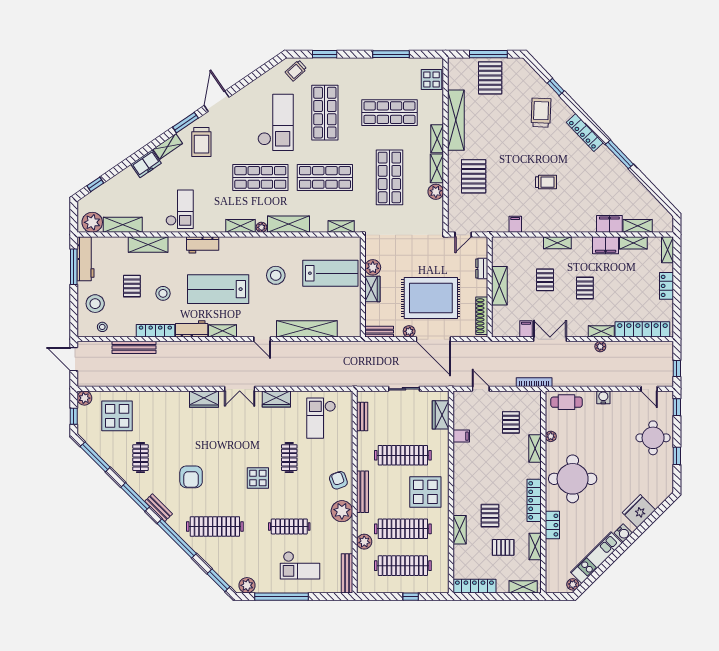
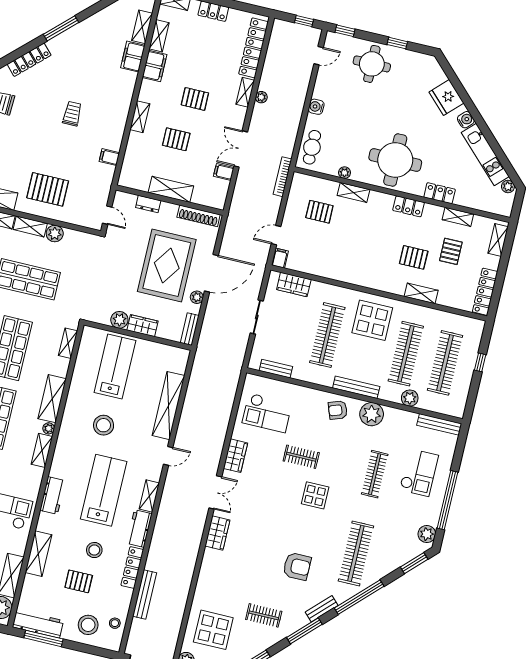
lab bench: (218, 289) -> (104, 490), turned 180
filing cabinet: (461, 436) -> (280, 258), moved
locker: (534, 500) -> (409, 206), width x0.66

